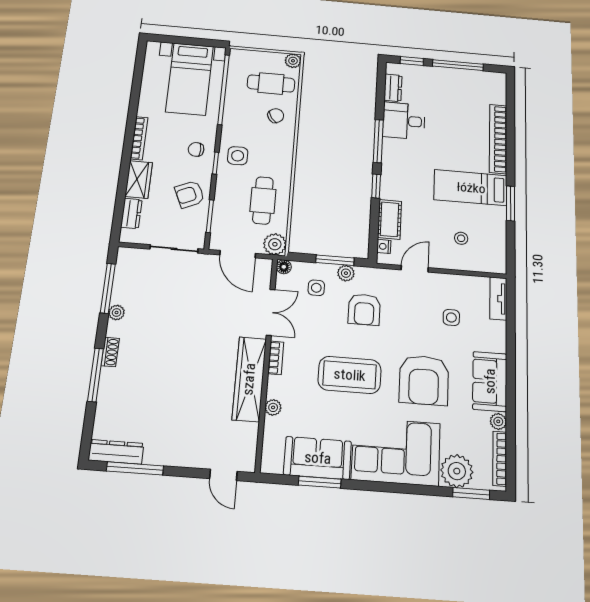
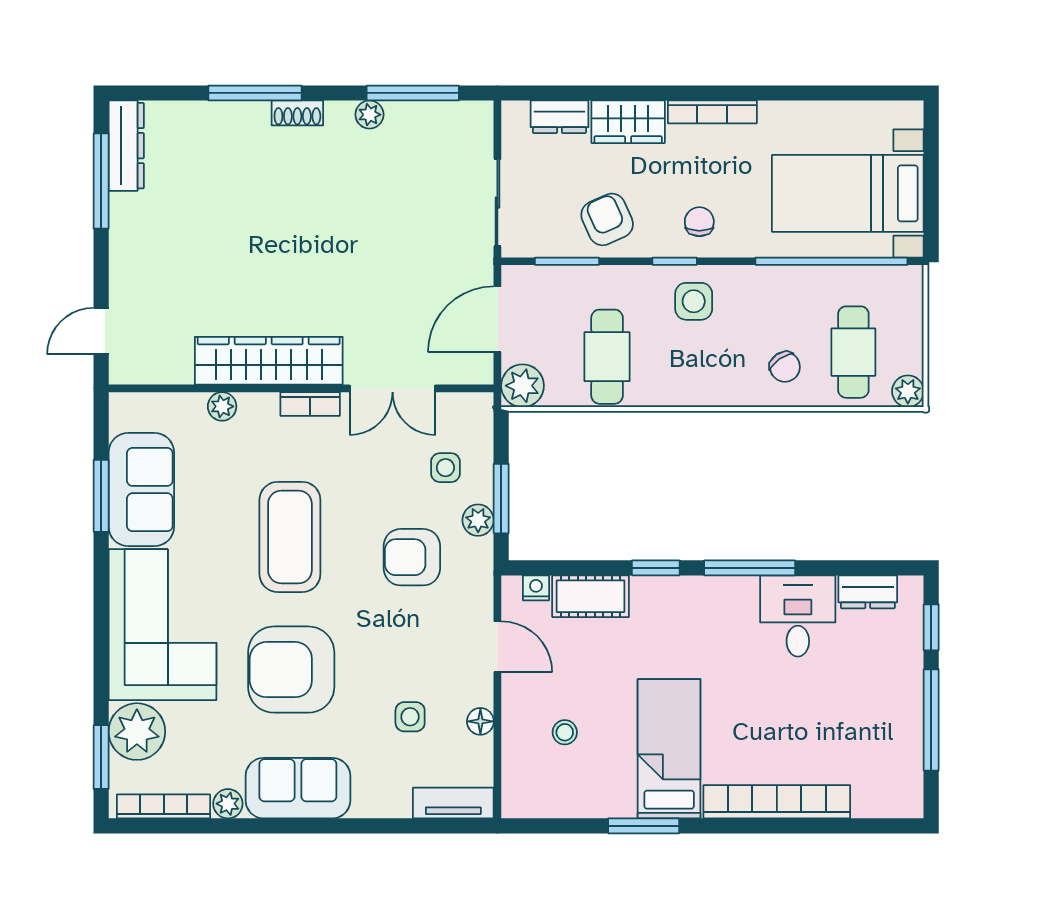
cafe table: (263, 200) -> (607, 357), turned 90
floor lamp: (284, 267) -> (480, 721), moved

